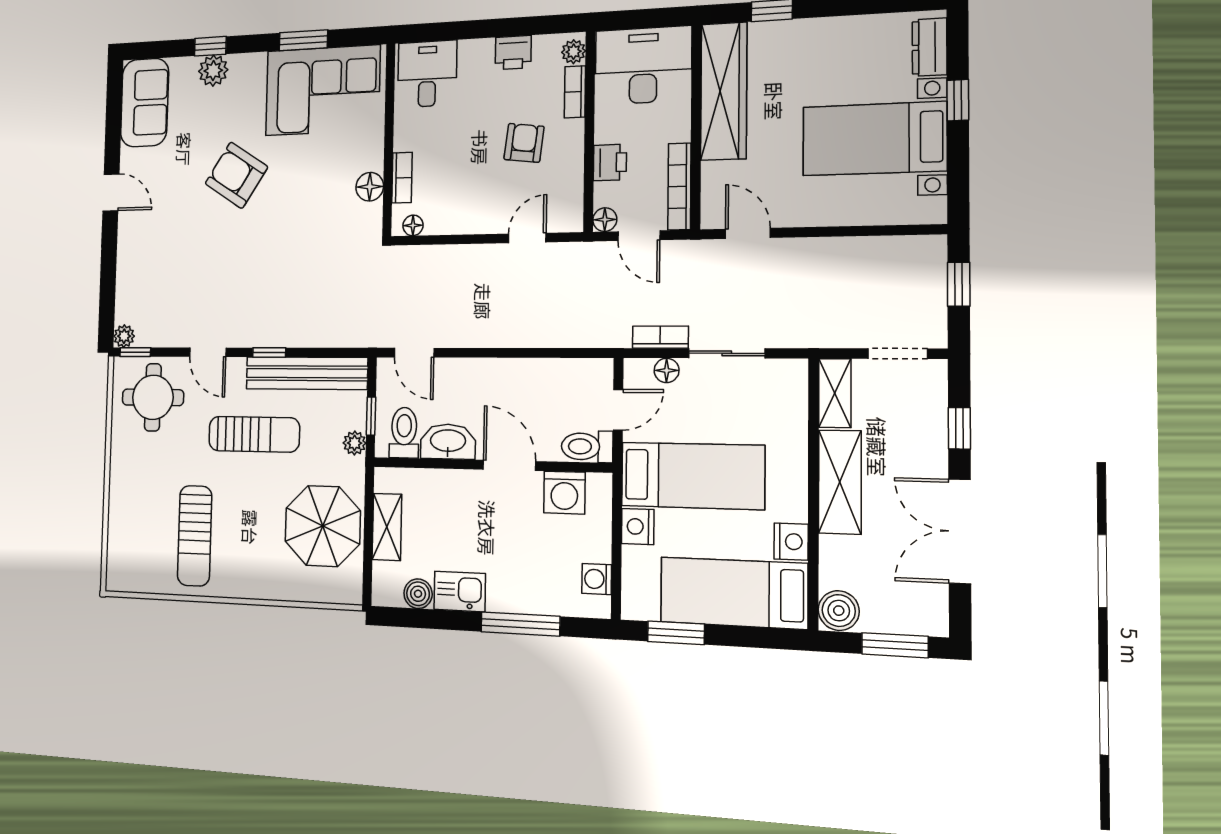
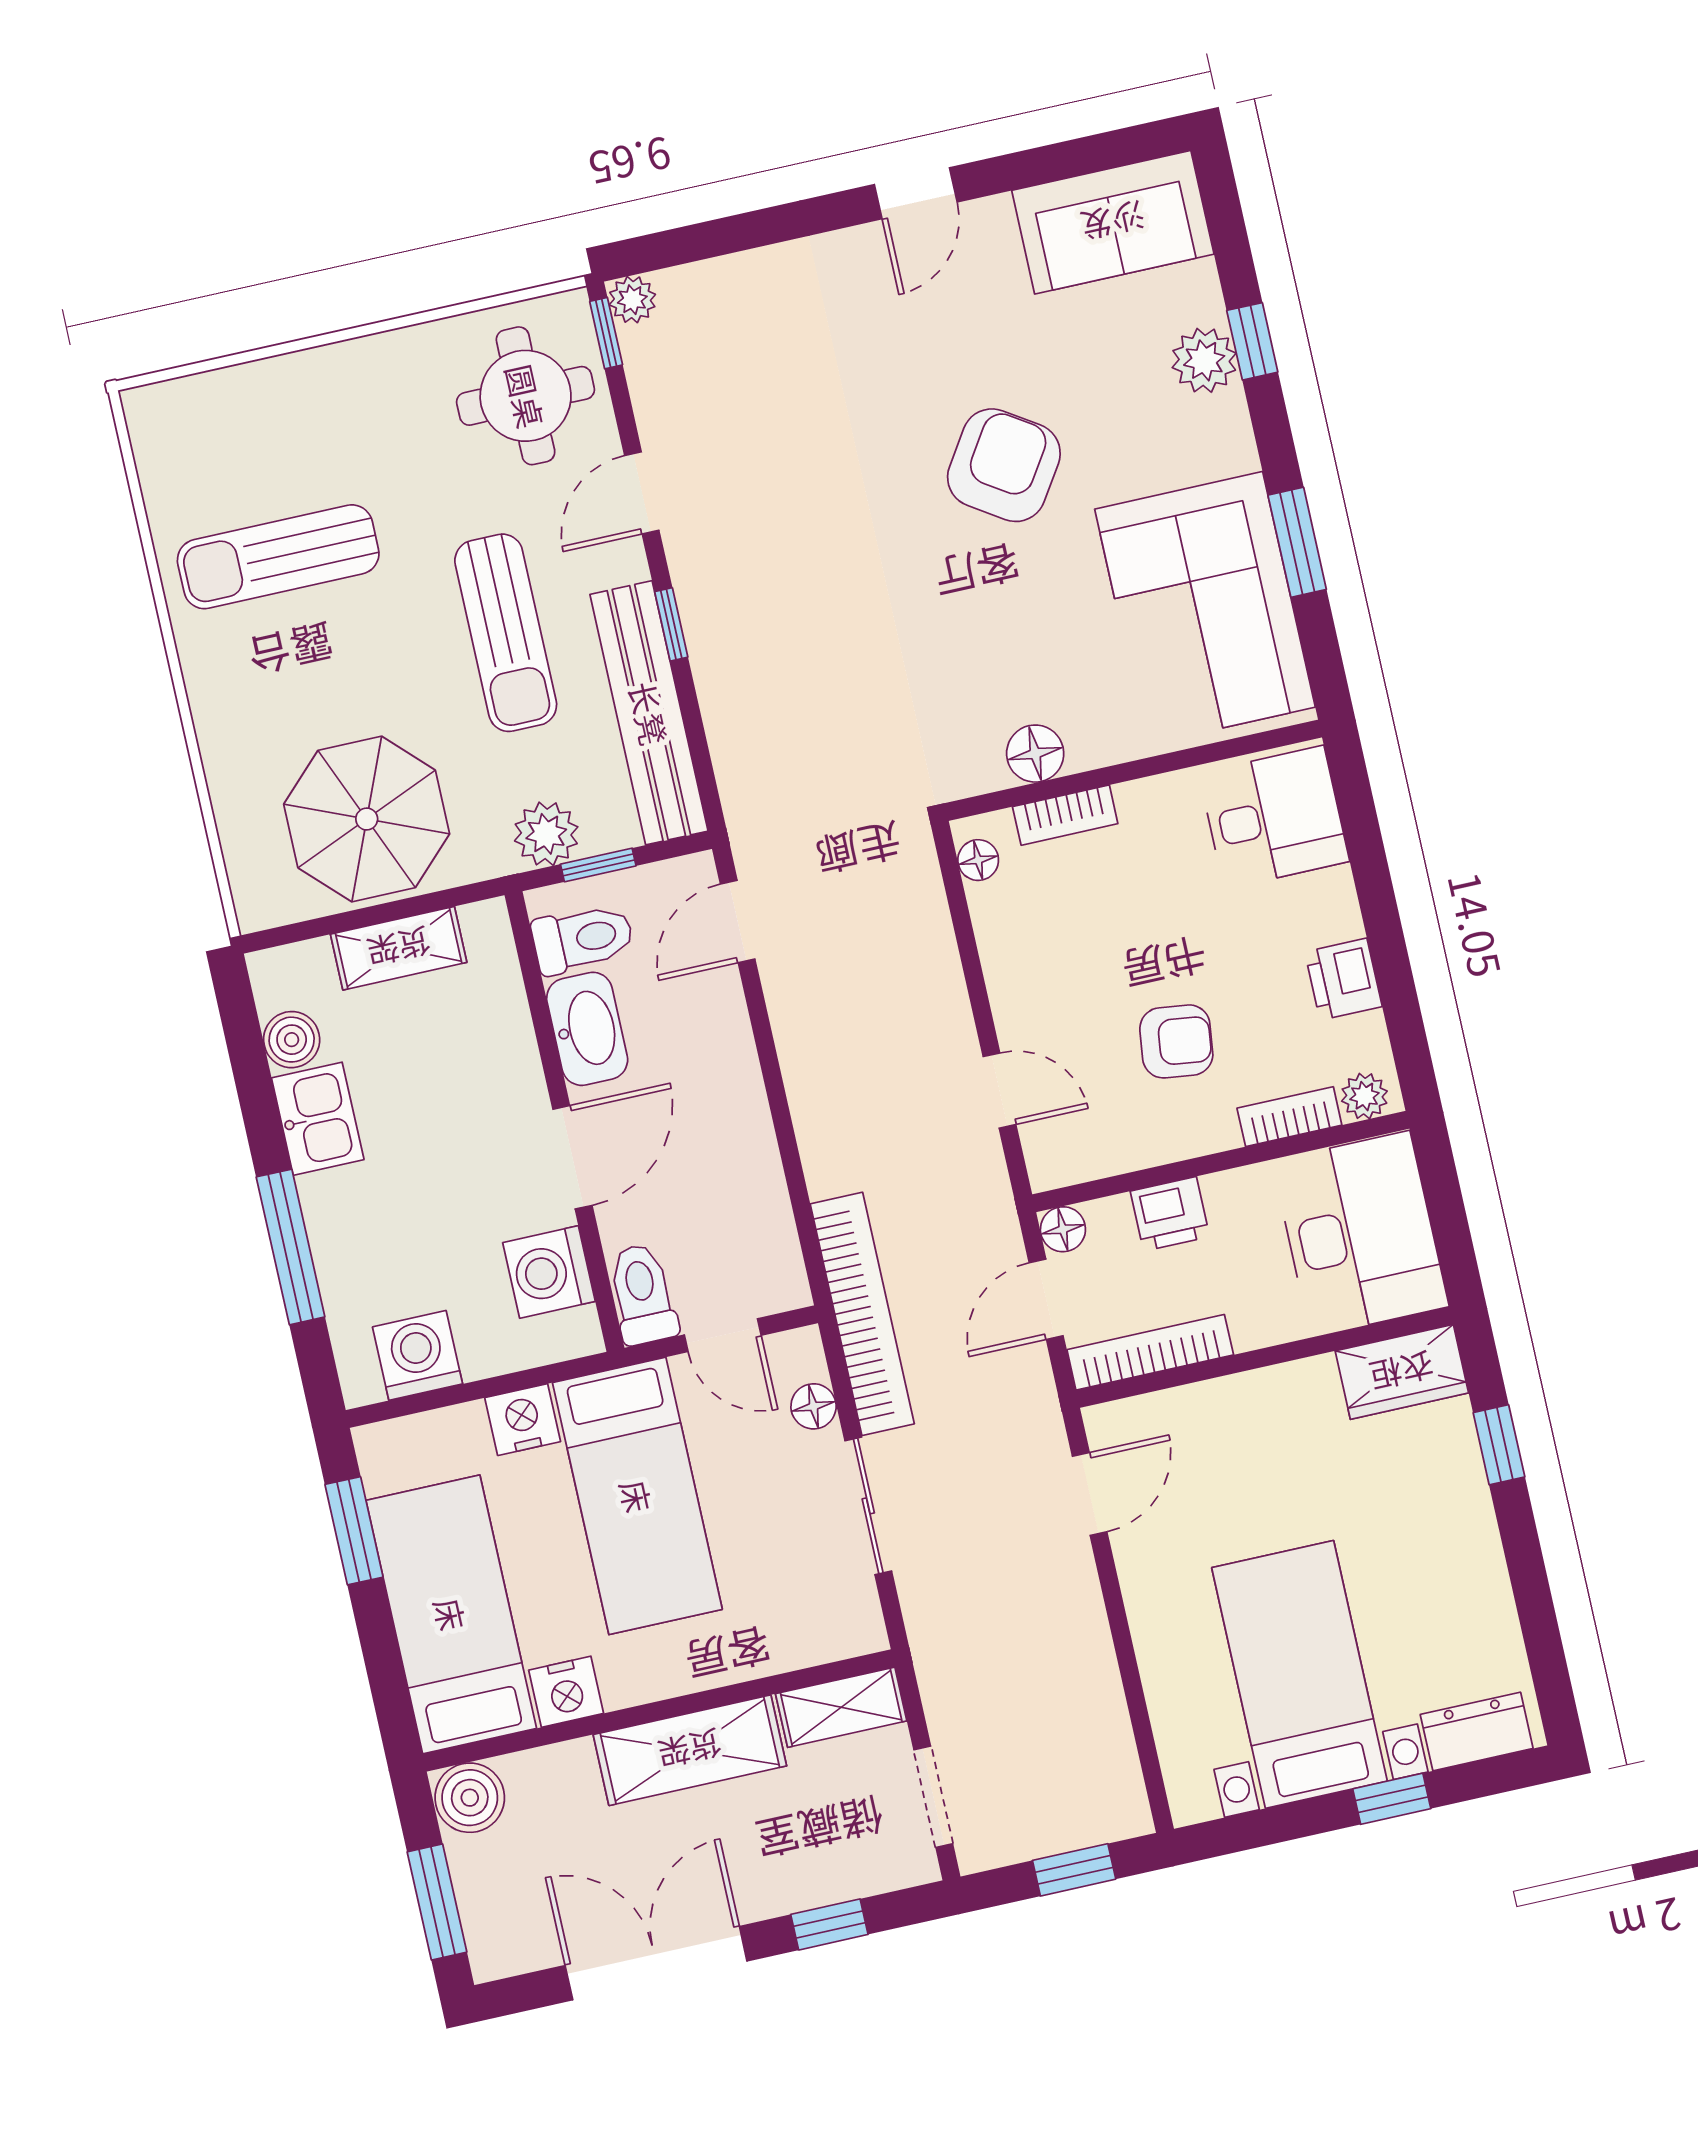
wardrobe: (724, 91) -> (1402, 1372), width x0.48, depth x0.85
bookcase: (660, 337) -> (862, 1314), width x2.31, depth x1.31
plant: (355, 443) -> (546, 834), width x1.38, depth x1.38
washing machine: (597, 579) -> (417, 1355), width x1.38, depth x1.38

